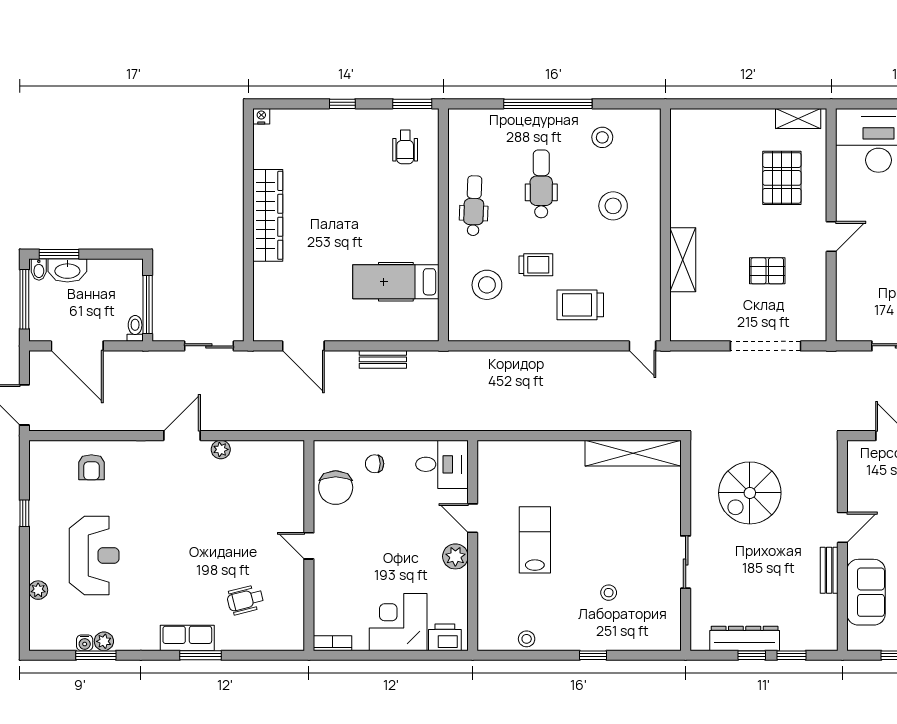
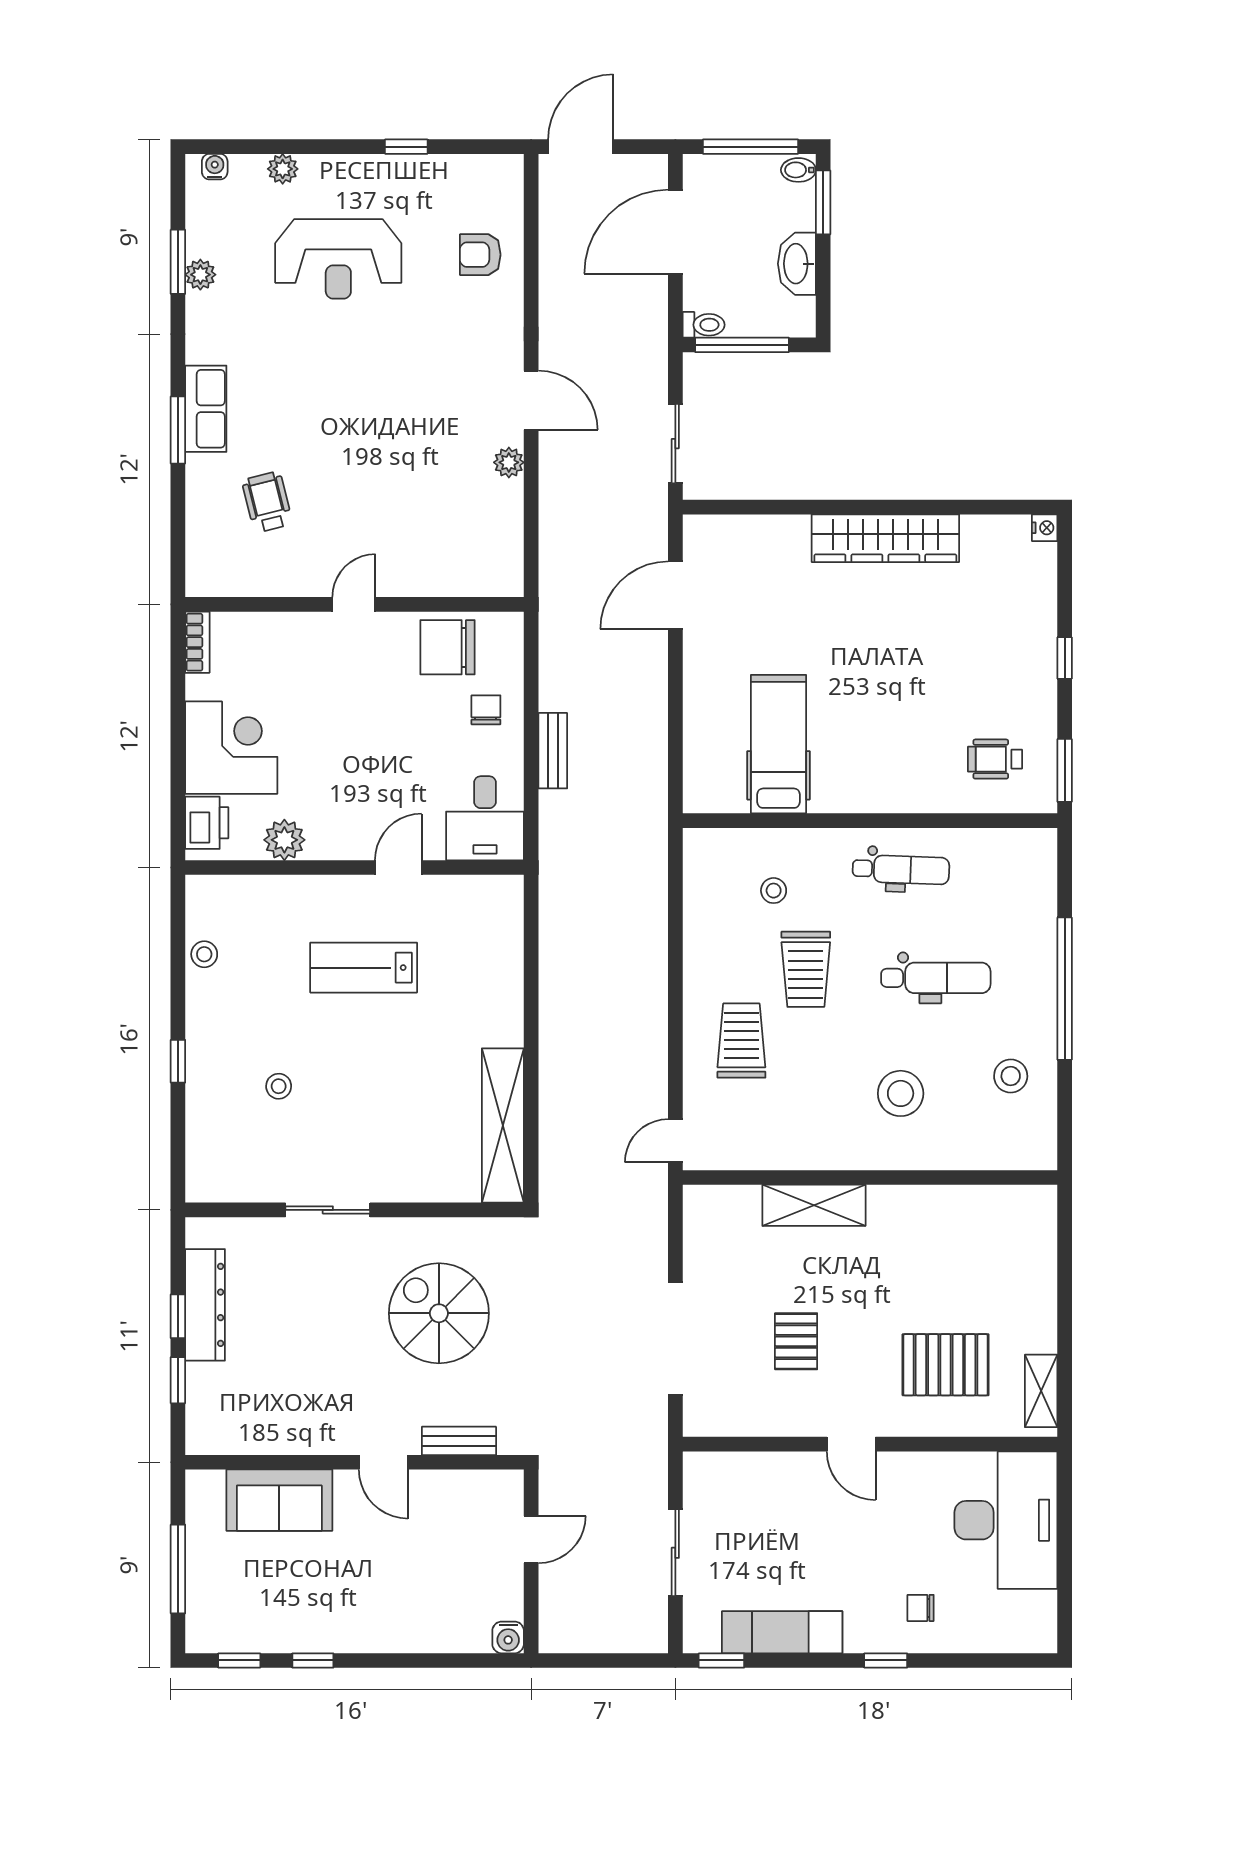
trolley: (536, 265) -> (806, 969), width x1.36, depth x1.39
washbasin: (67, 270) -> (797, 264), moved
stool: (487, 285) -> (774, 891), width x0.53, depth x0.53
bench: (383, 359) -> (553, 751), moved
lab bench: (535, 540) -> (364, 968), turned 180
plant: (455, 556) -> (284, 840), moved
bench: (829, 570) -> (459, 1441), moved
water cooler: (85, 643) -> (215, 167), moved, turned 90

